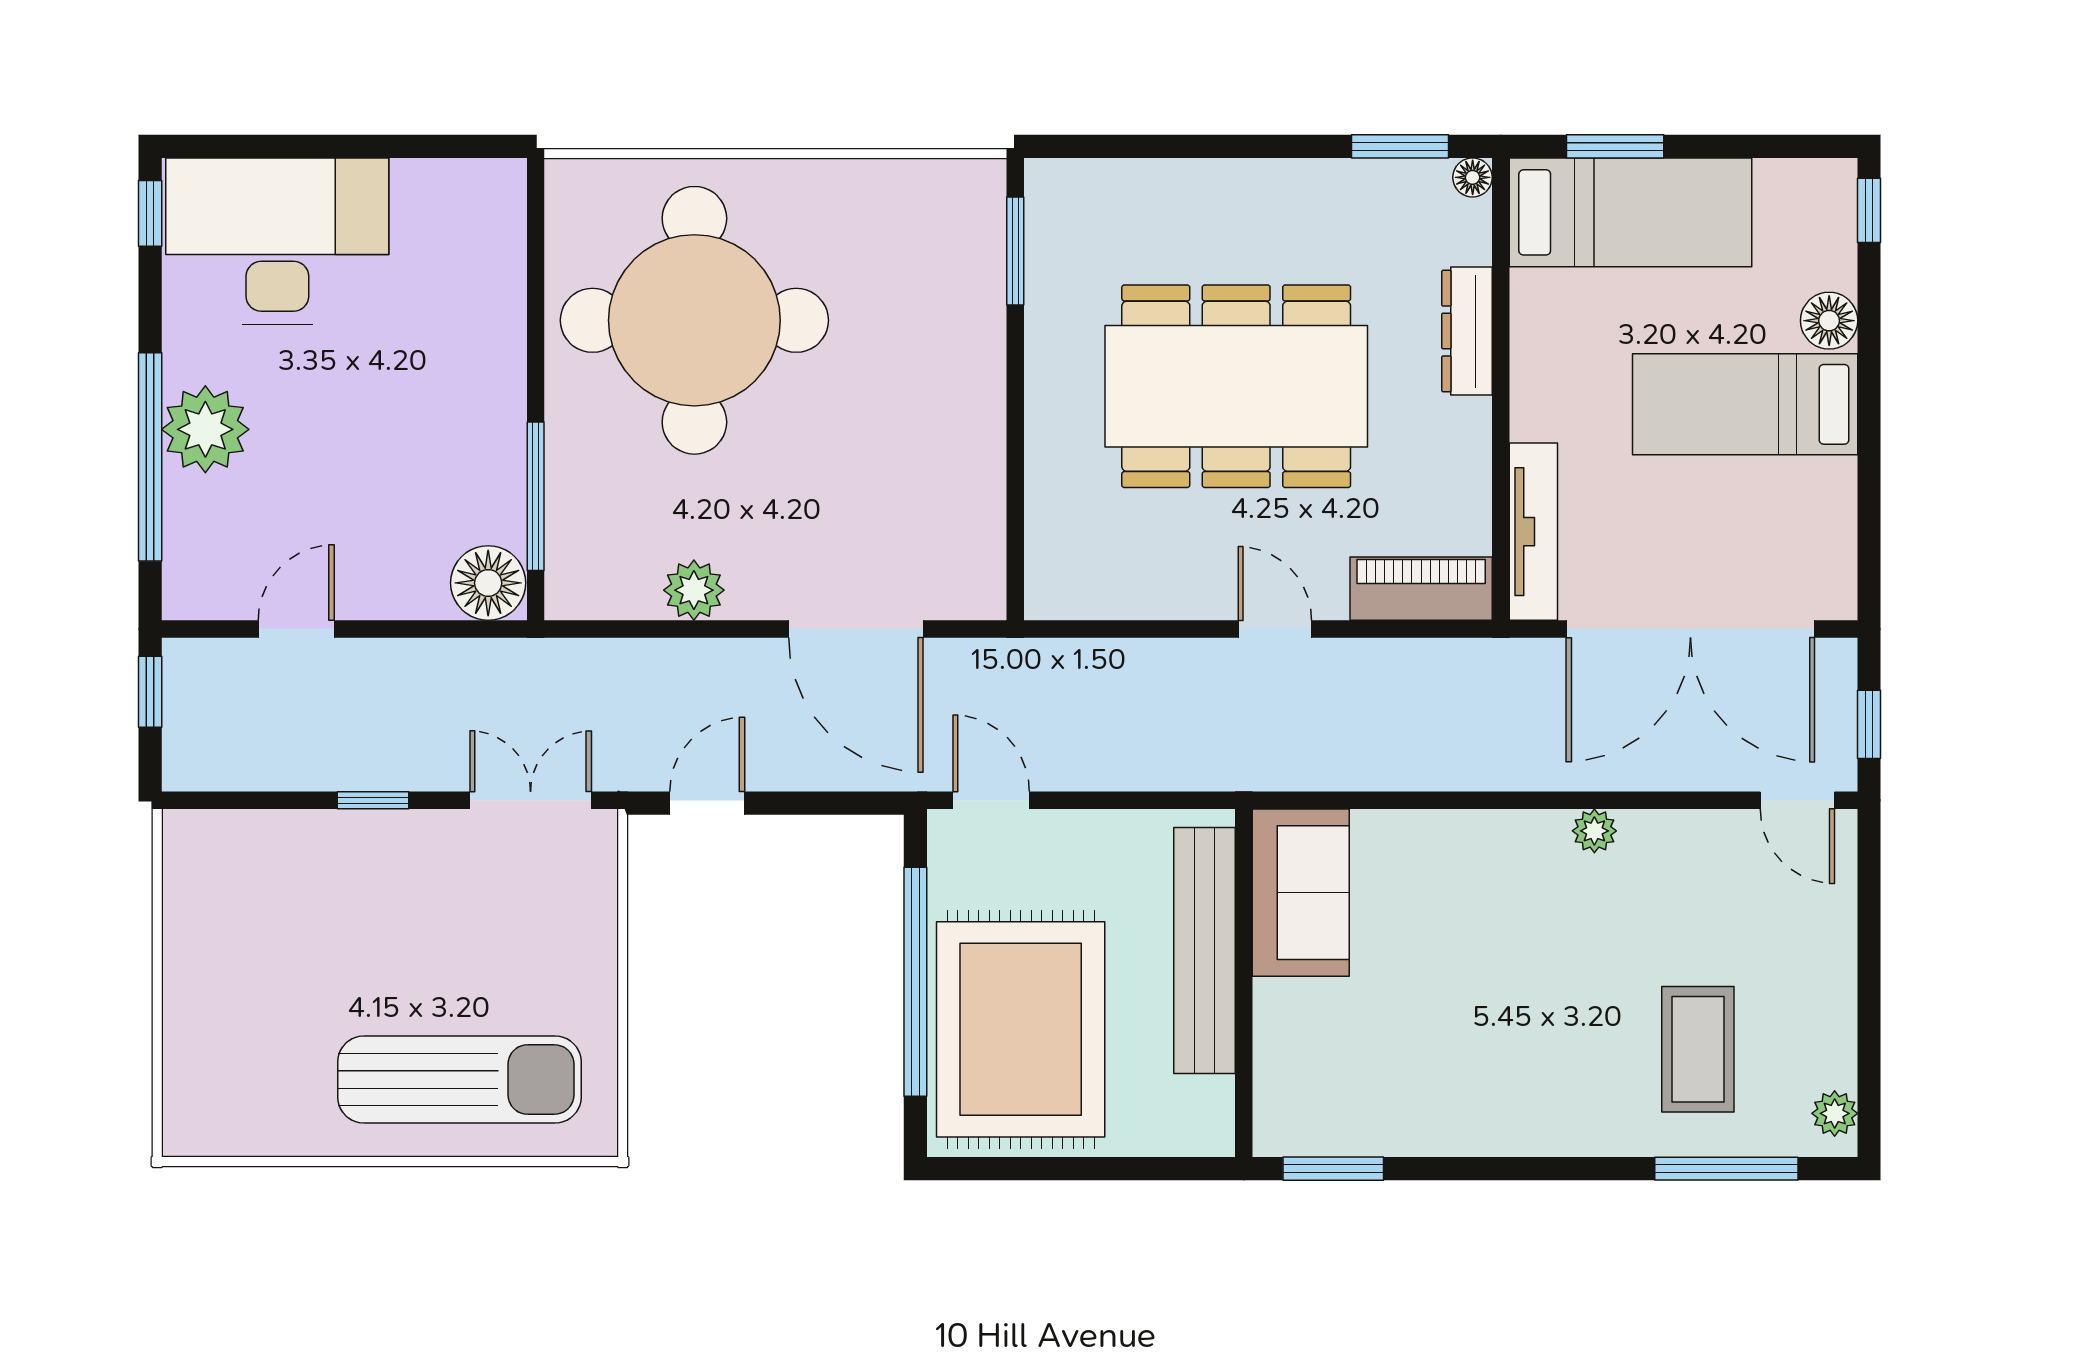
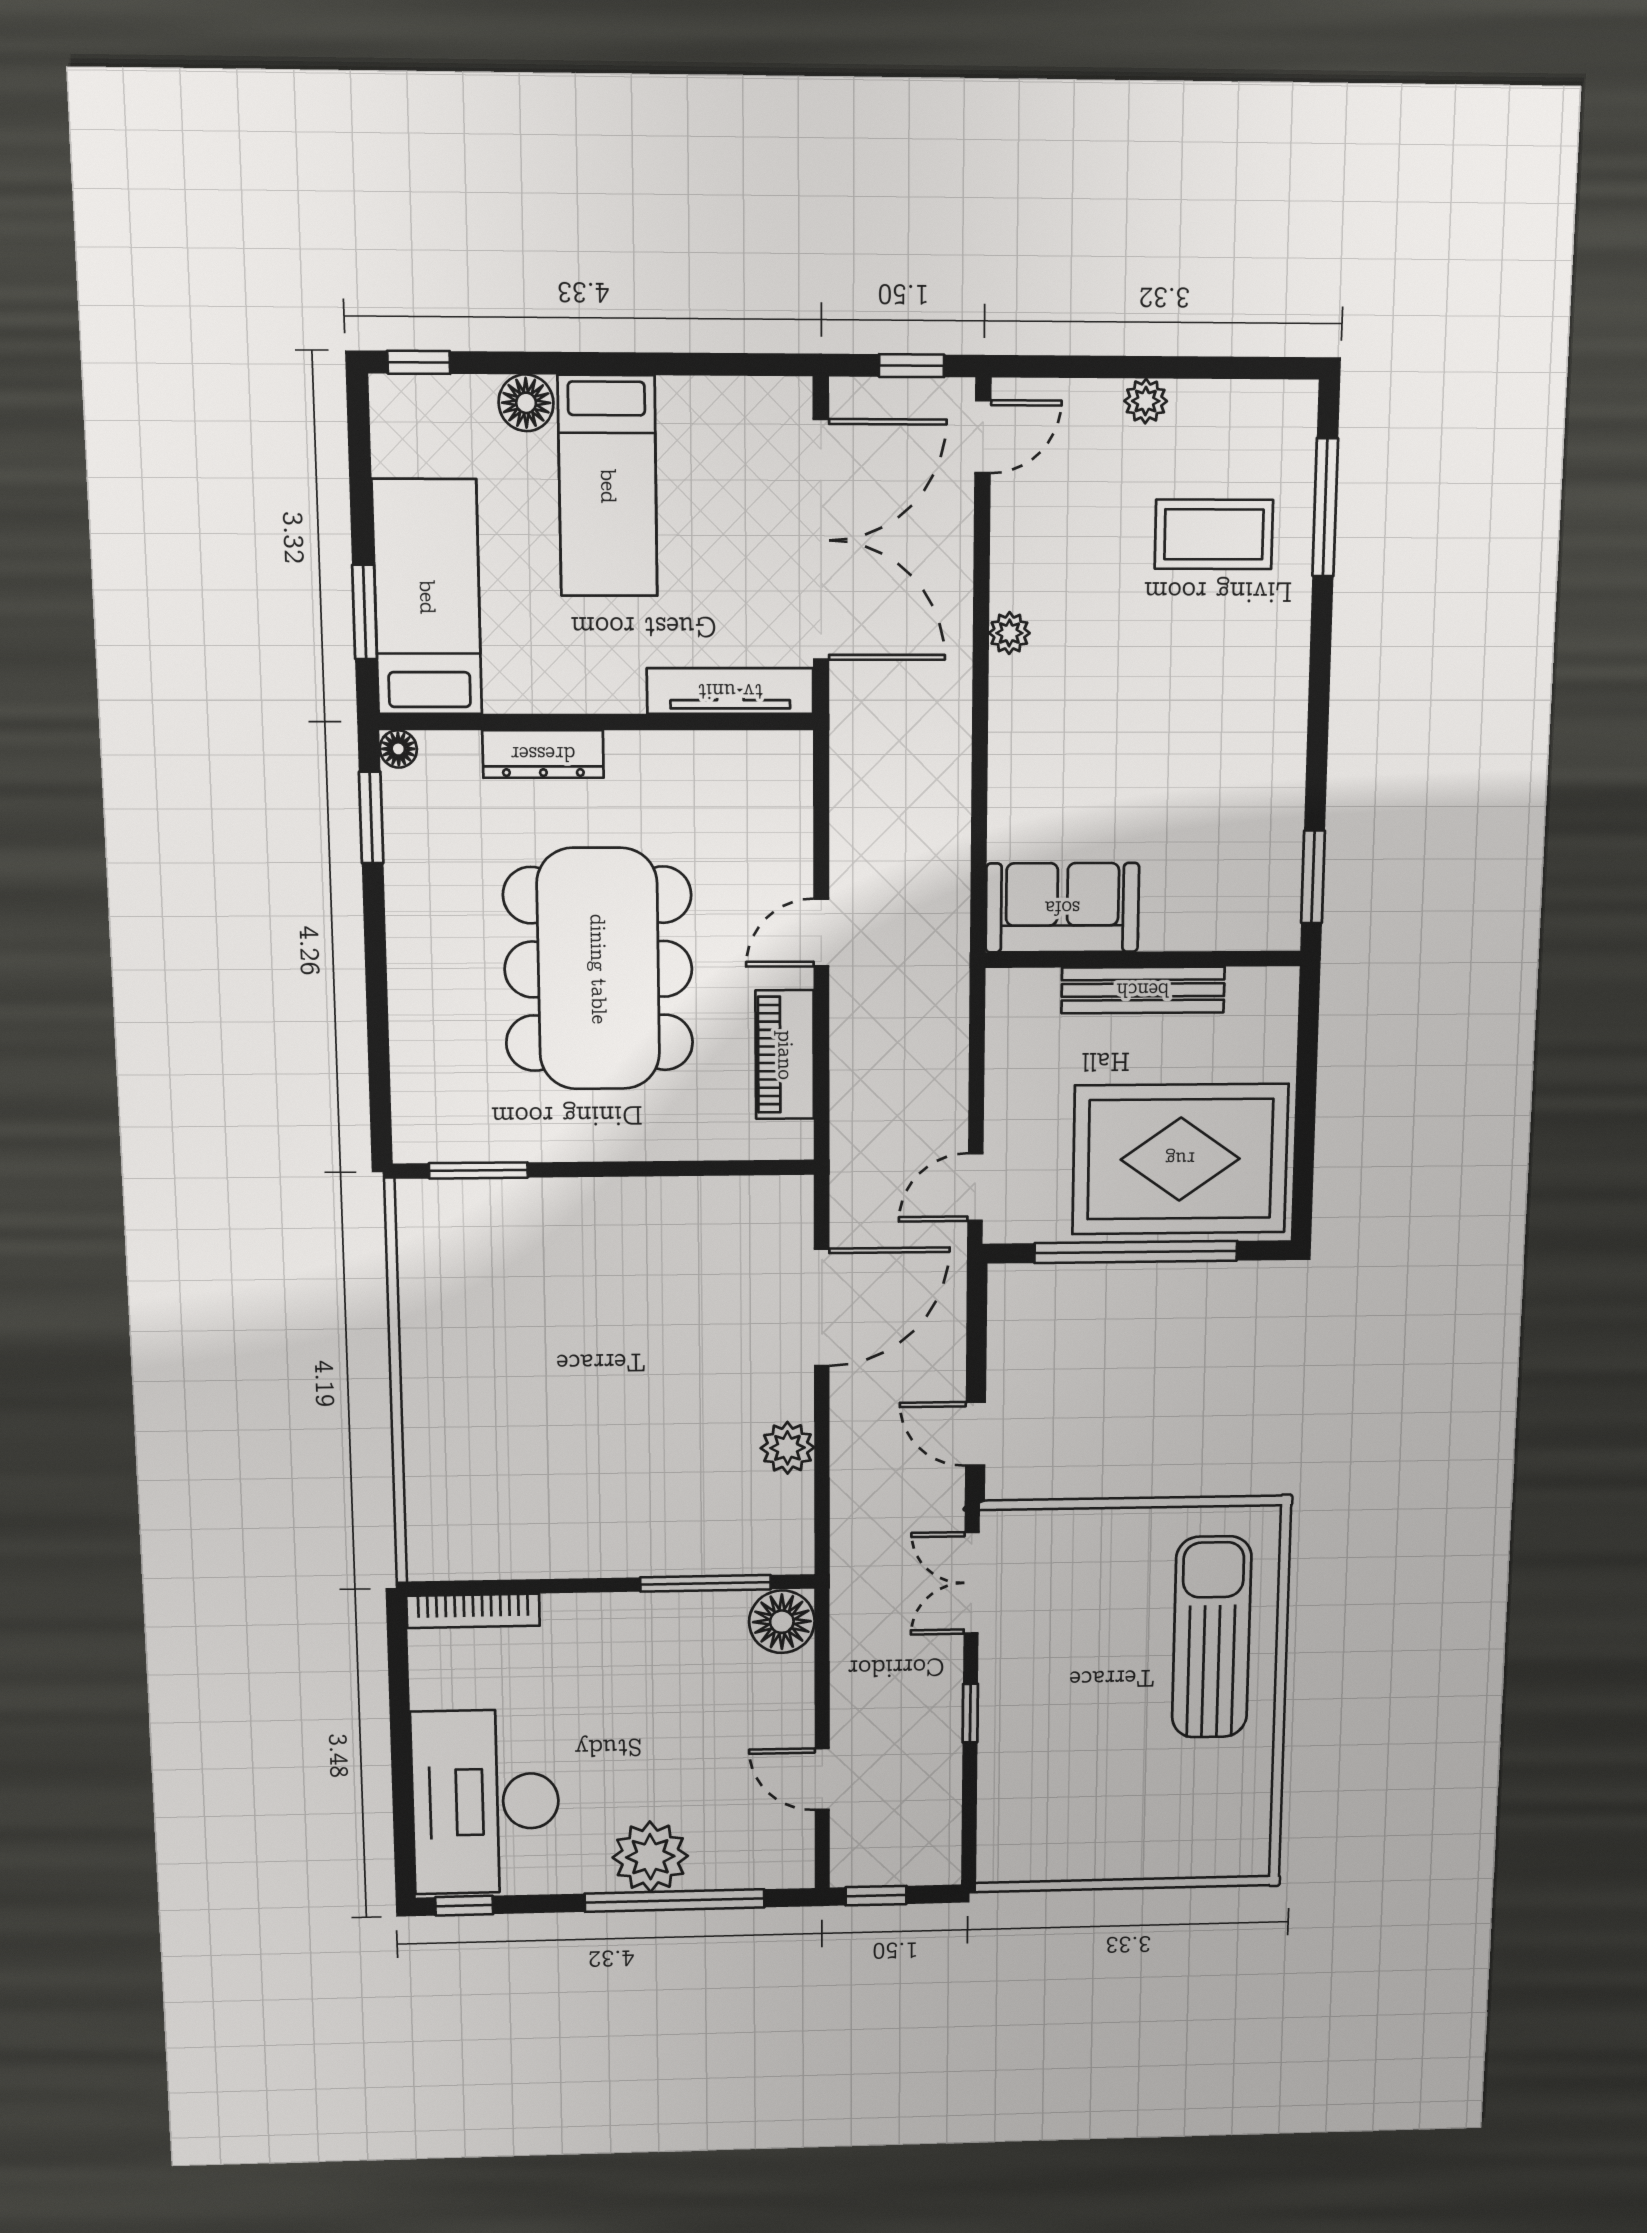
bookcase: (508, 233) -> (473, 1611), added
round table: (694, 320) -> (547, 1451), removed
piano: (1421, 589) -> (785, 1055), moved
bench: (1205, 950) -> (1143, 990), width x0.73, depth x0.82
plant: (1835, 1113) -> (1146, 401), moved

